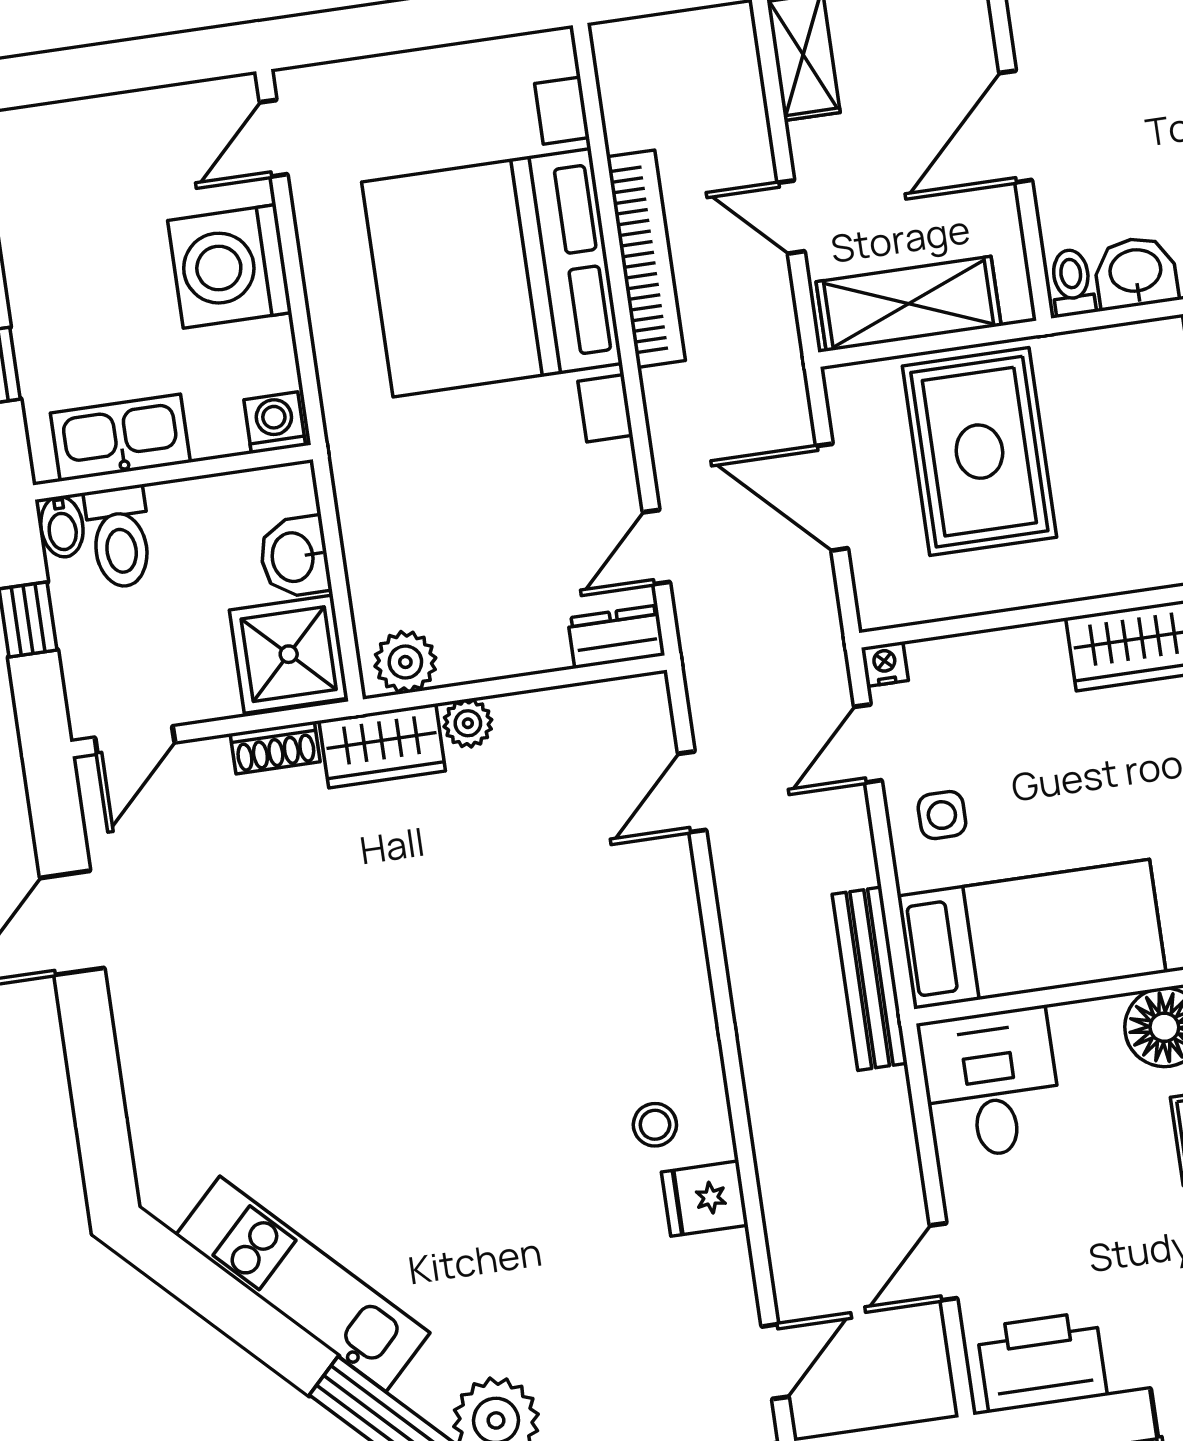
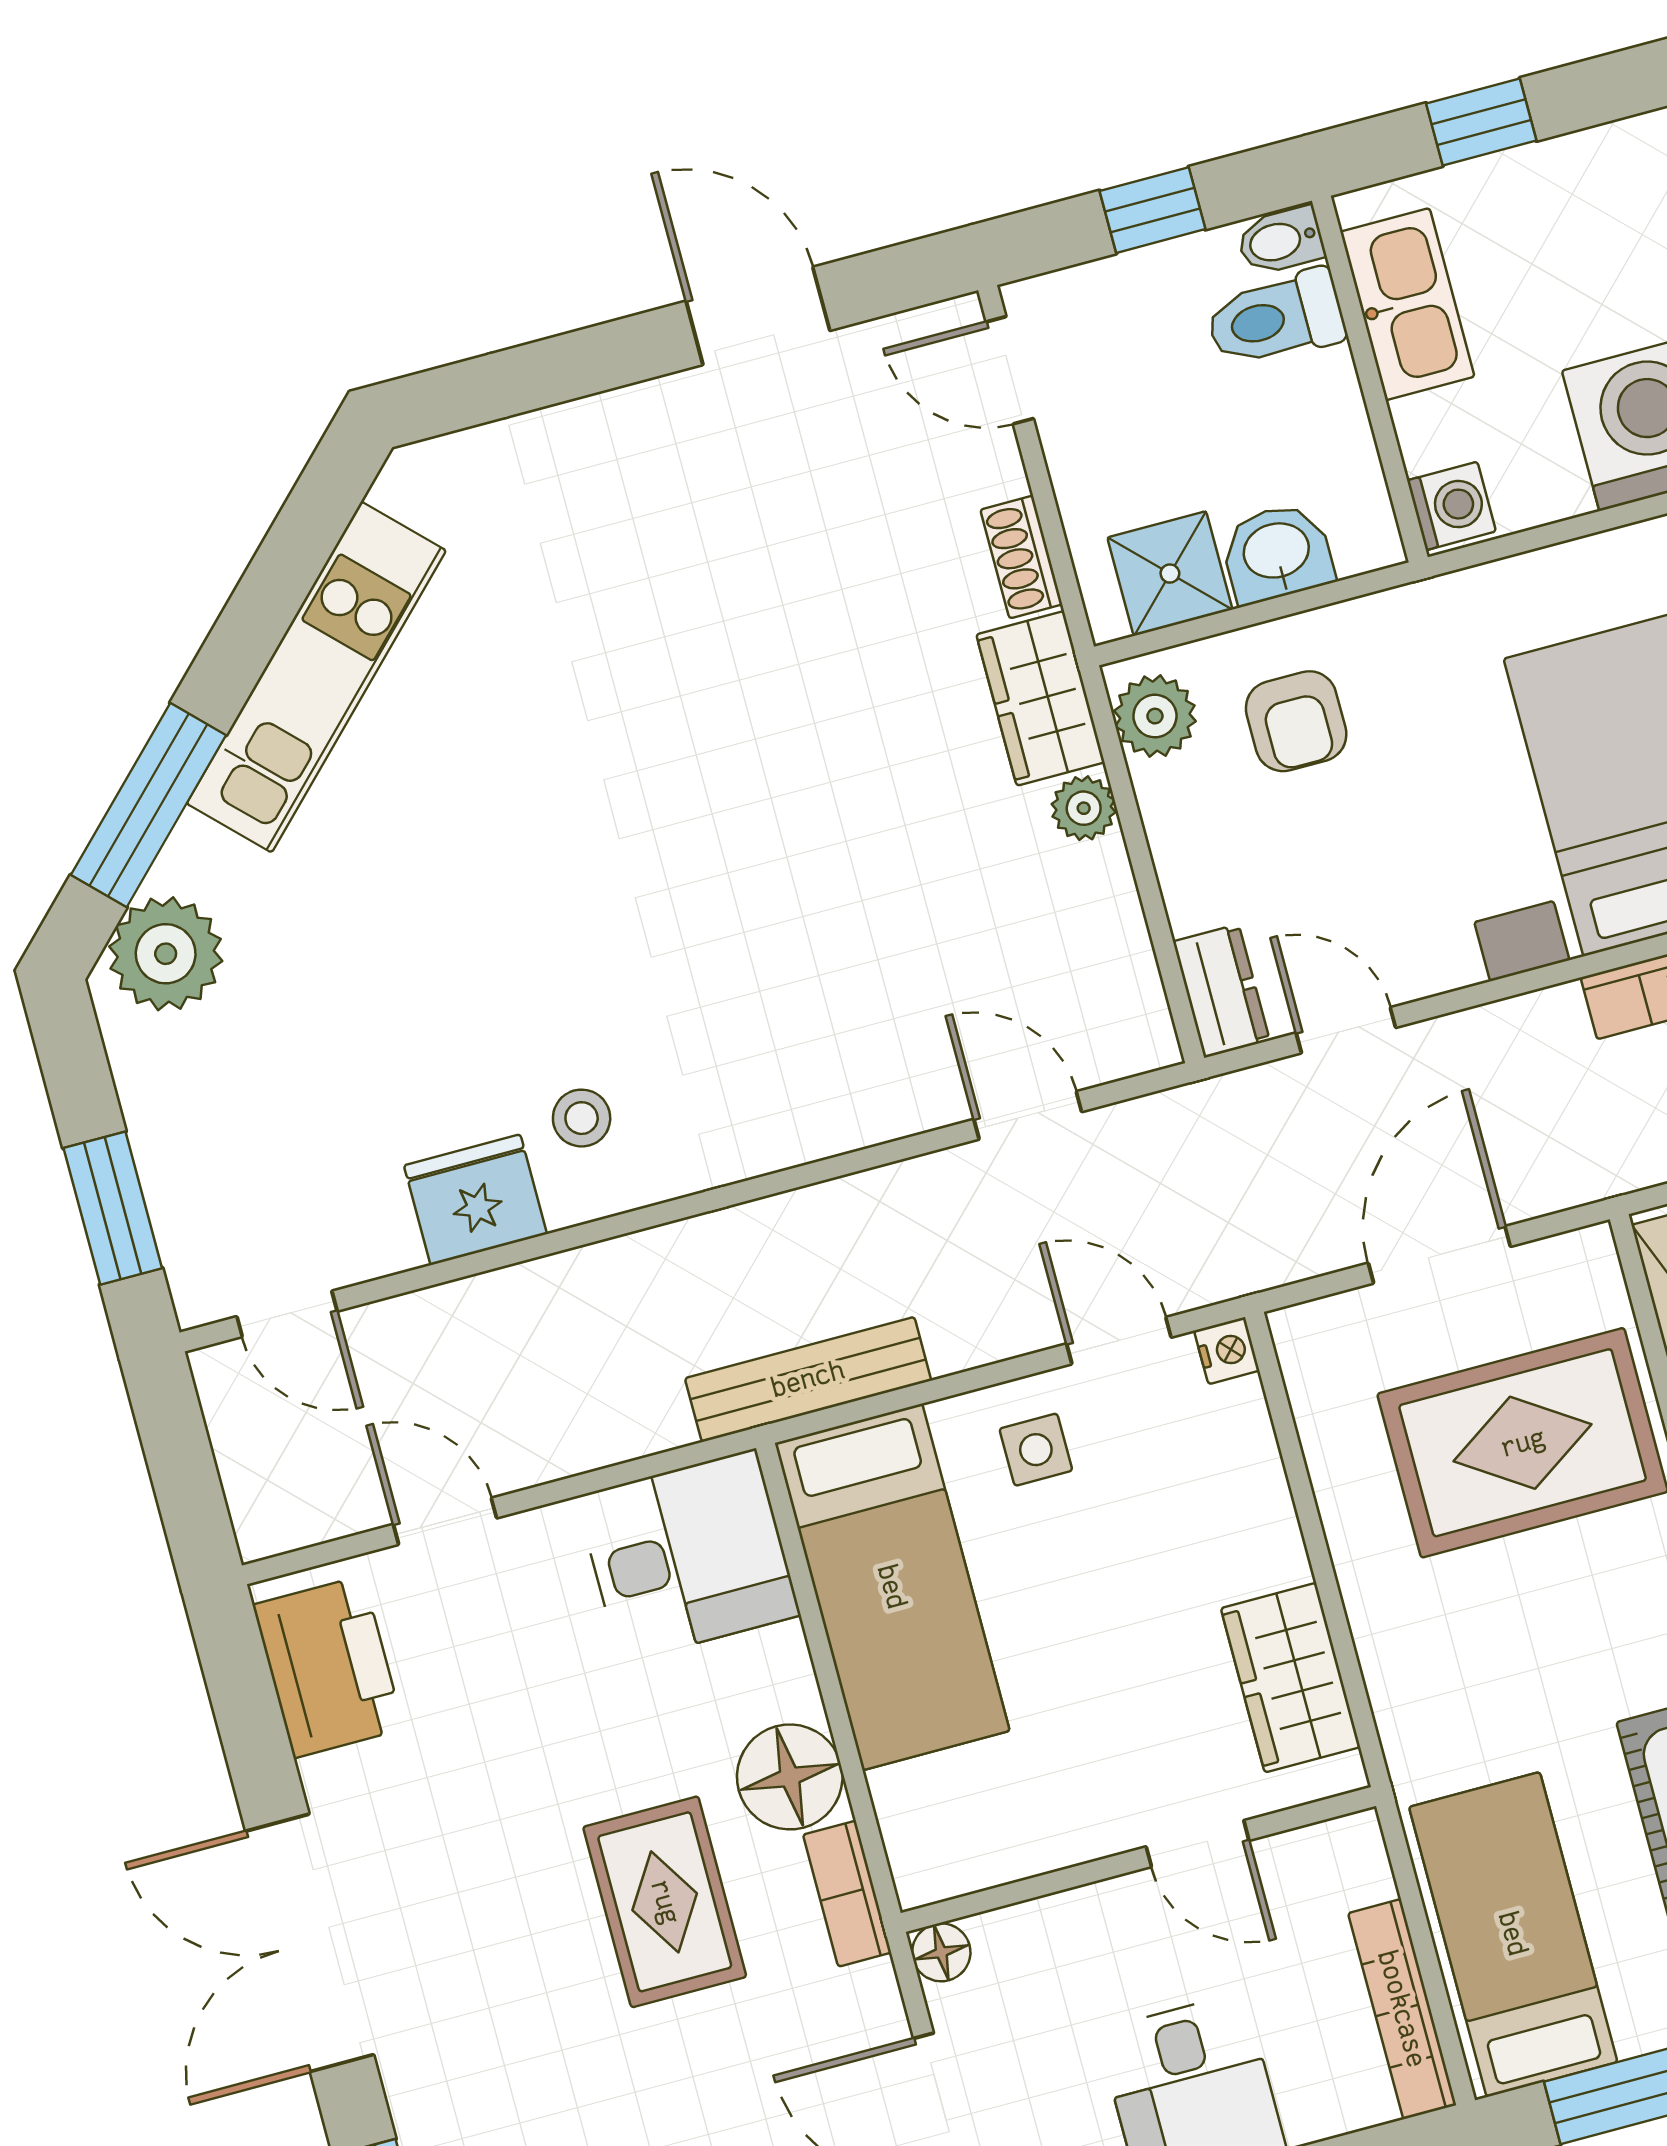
armchair: (422, 557) -> (1296, 721), added
shower: (289, 654) -> (1170, 574), width x0.73, depth x0.73
fridge: (705, 1199) -> (475, 1200), width x1.38

